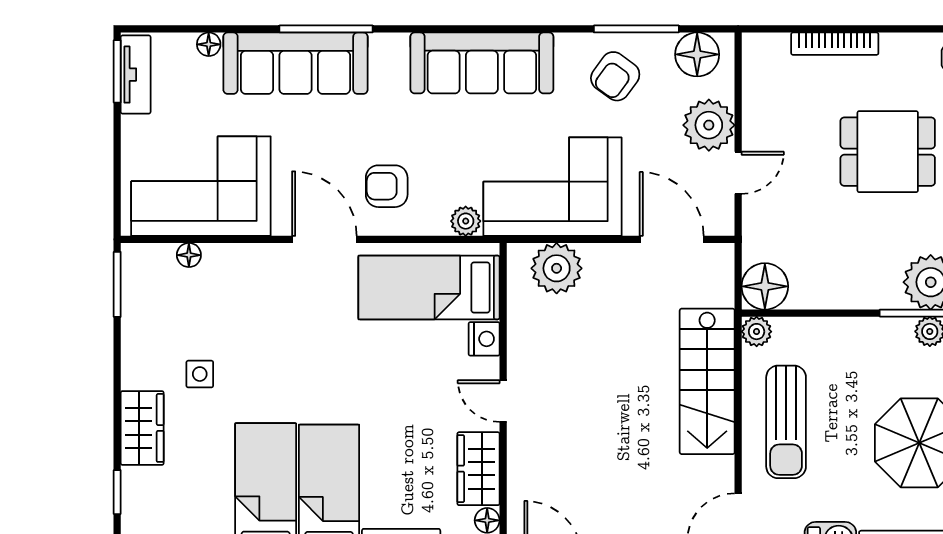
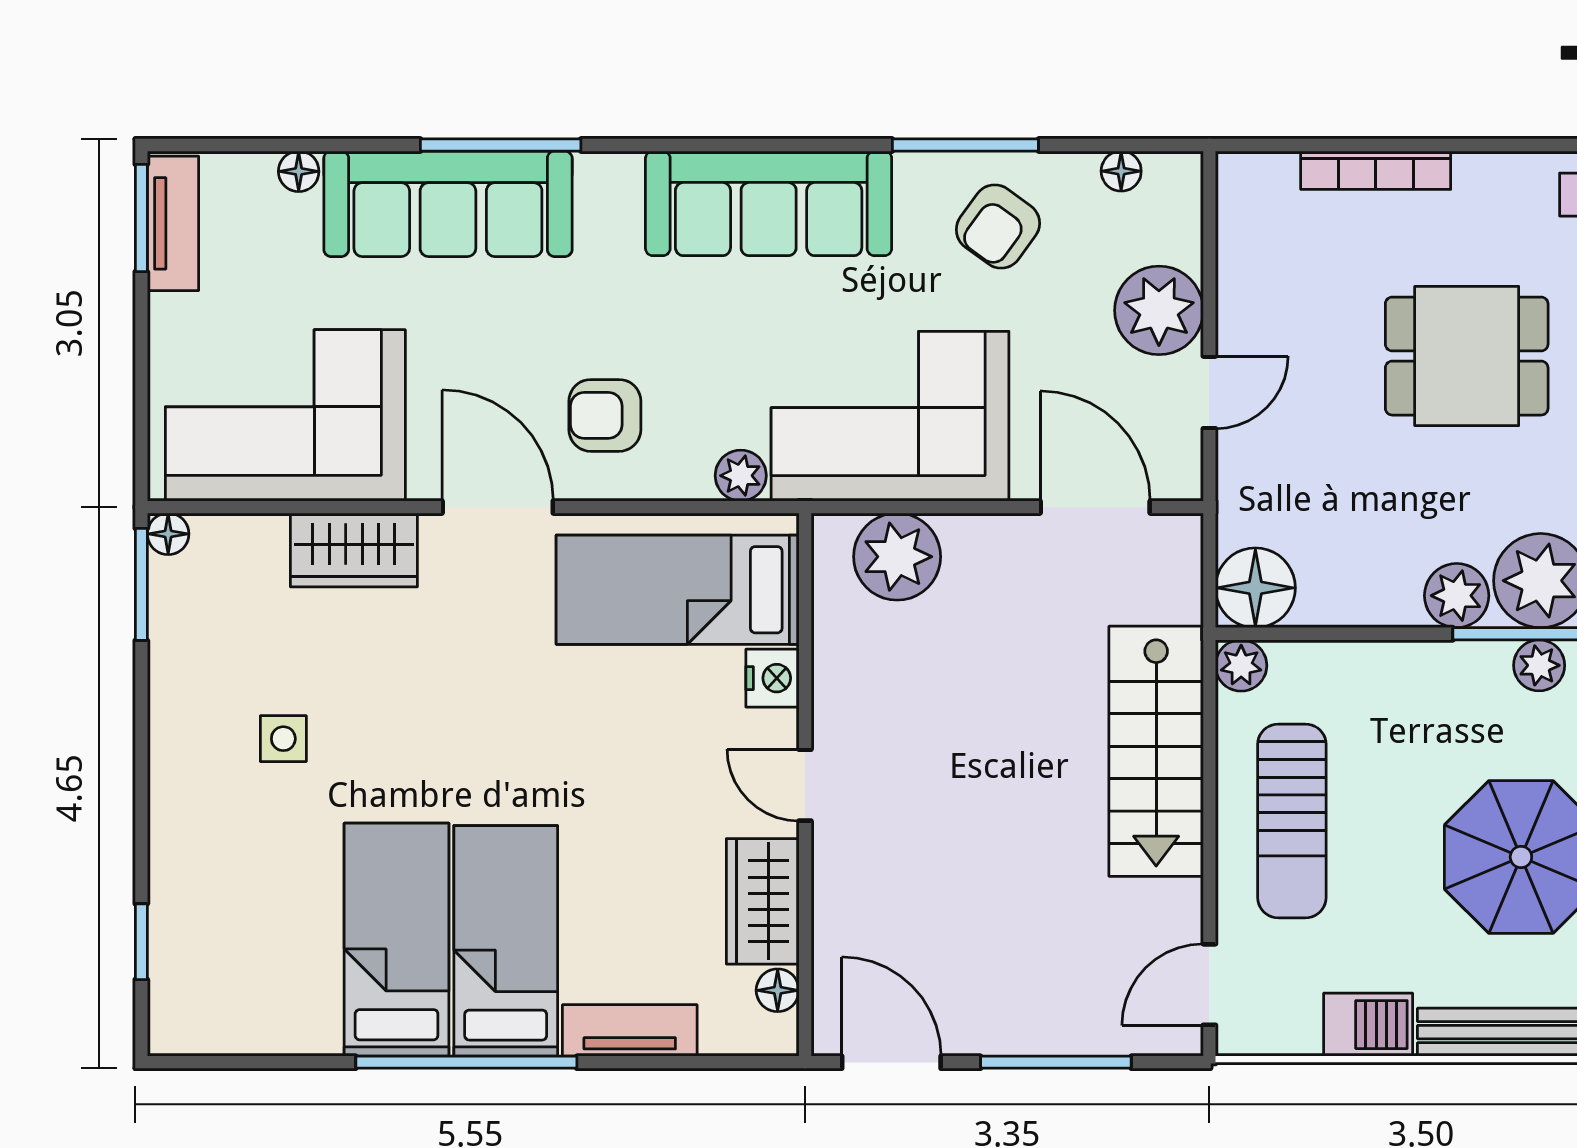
window: (636, 29) -> (965, 145), moved
floor lamp: (697, 54) -> (1121, 171), width x0.53, depth x0.53
floor lamp: (189, 255) -> (168, 534), moved
plant: (882, 291) -> (1457, 596), added
wardrobe: (142, 428) -> (354, 550), moved, turned 90

